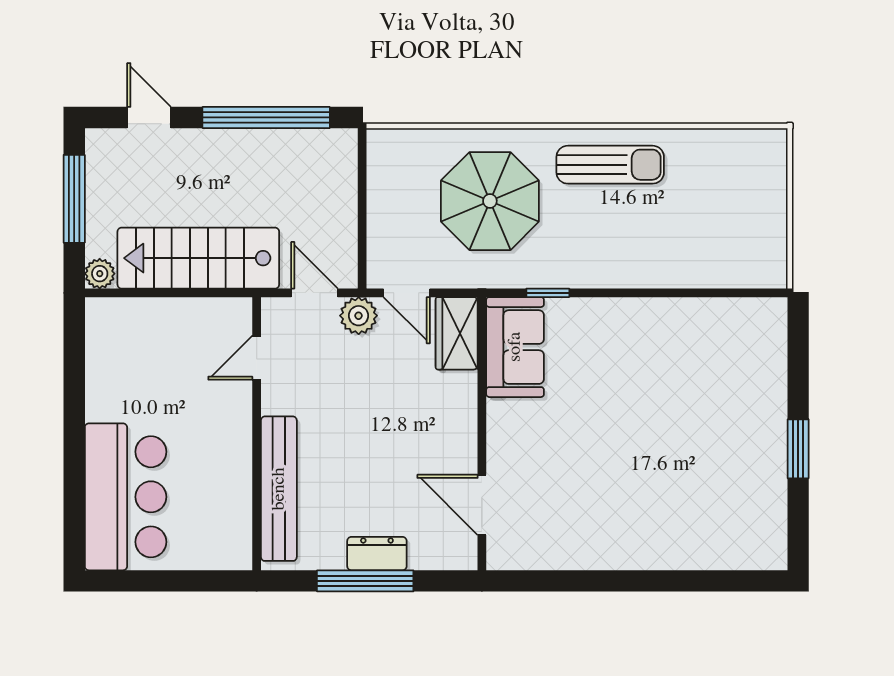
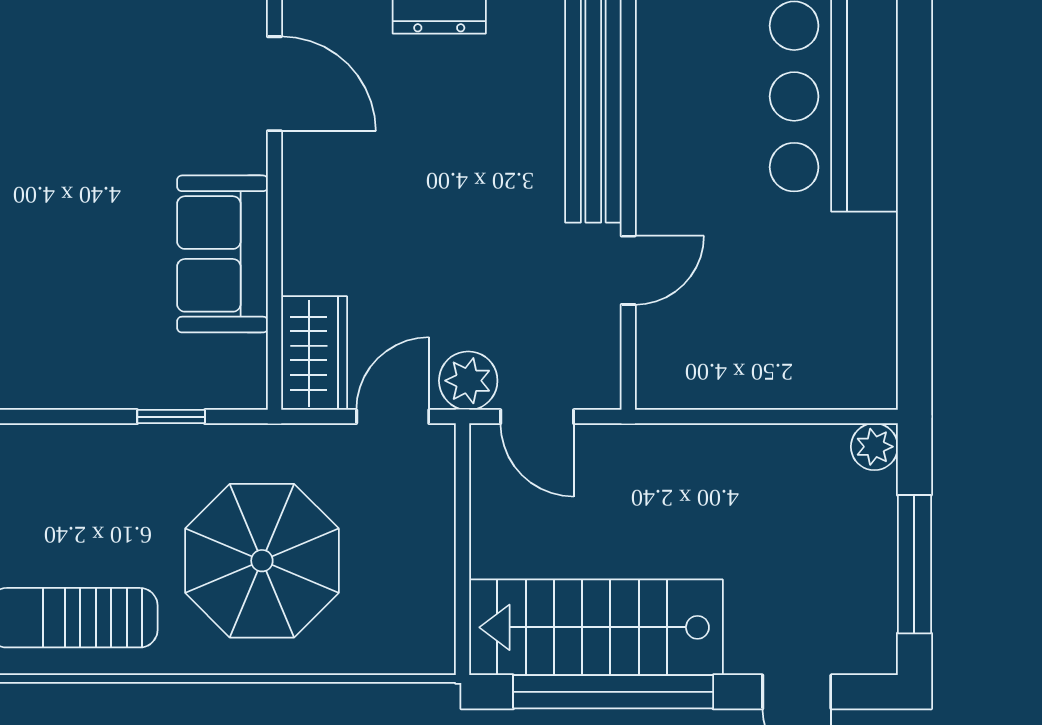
stairs: (198, 258) -> (596, 627), moved, turned 180
door: (407, 293) -> (393, 417), hinge flipped
sofa: (515, 347) -> (222, 254), moved
door: (257, 358) -> (628, 270), moved

